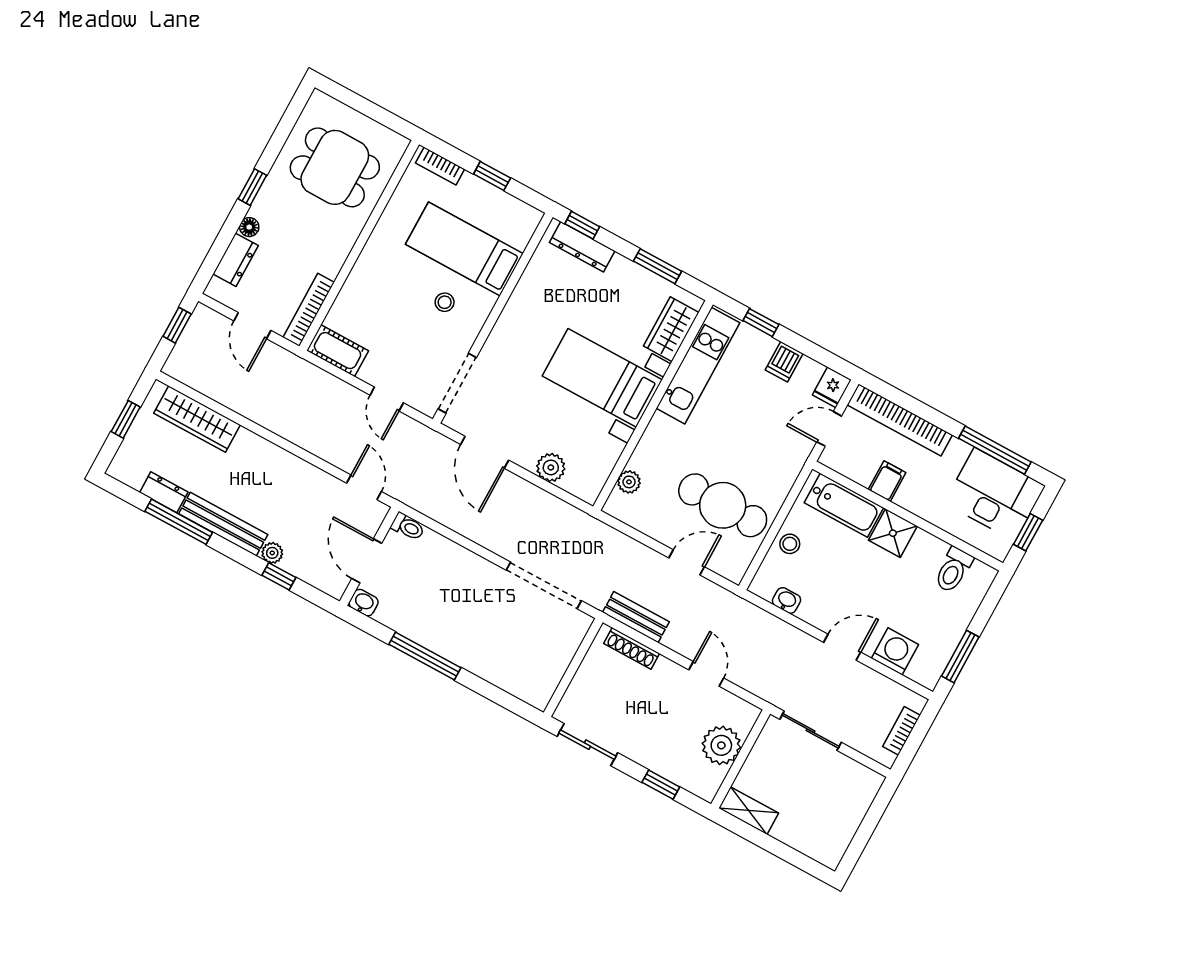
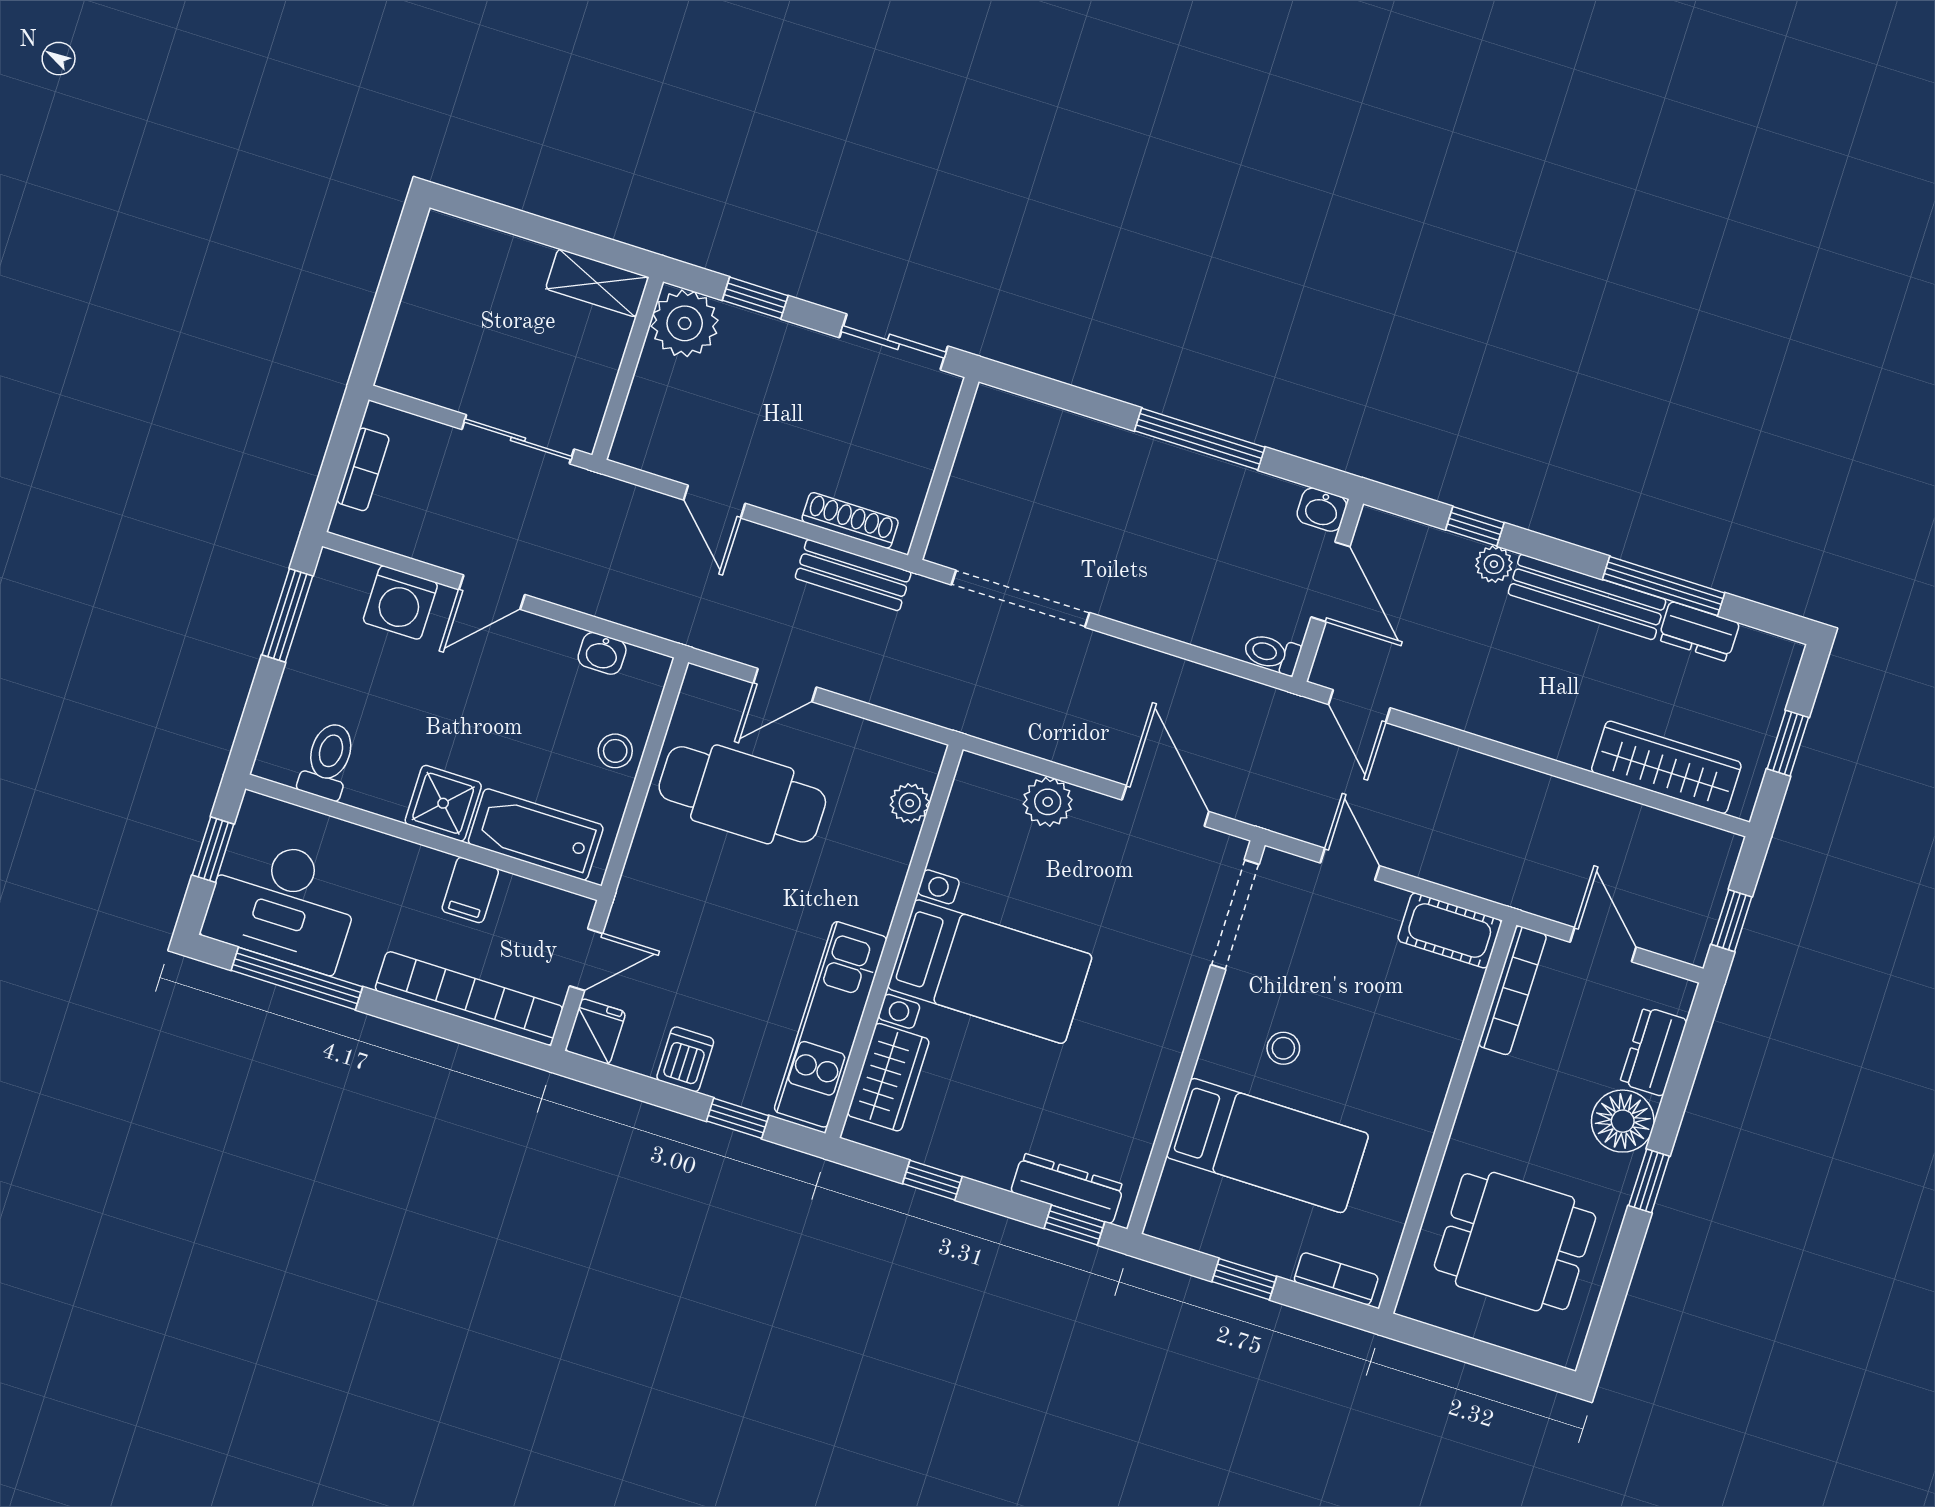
floor lamp: (249, 227) -> (1623, 1121), width x1.89, depth x1.89
window: (658, 266) -> (932, 1180), width x0.67
plant: (721, 745) -> (685, 323), moved

